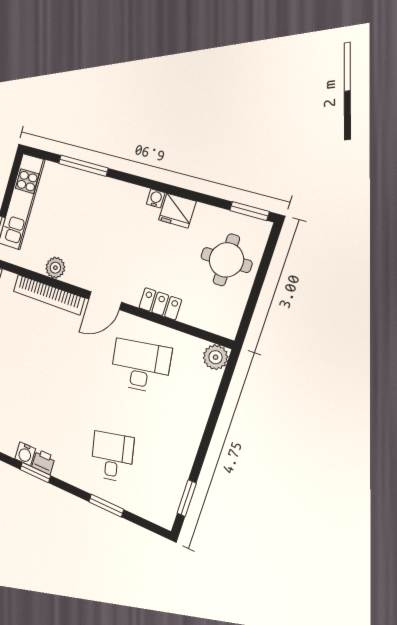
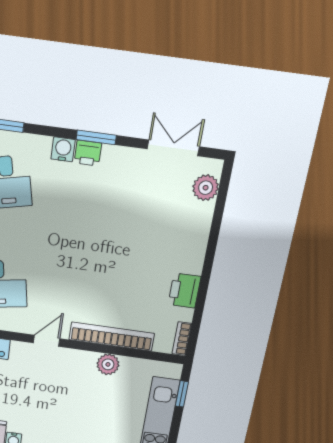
door: (105, 301) -> (47, 341), width x0.73
water cooler: (25, 454) -> (63, 149), moved

